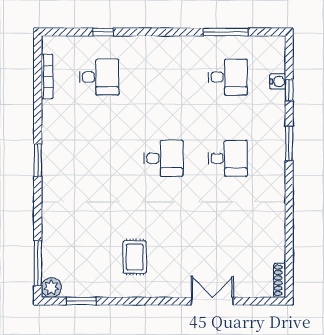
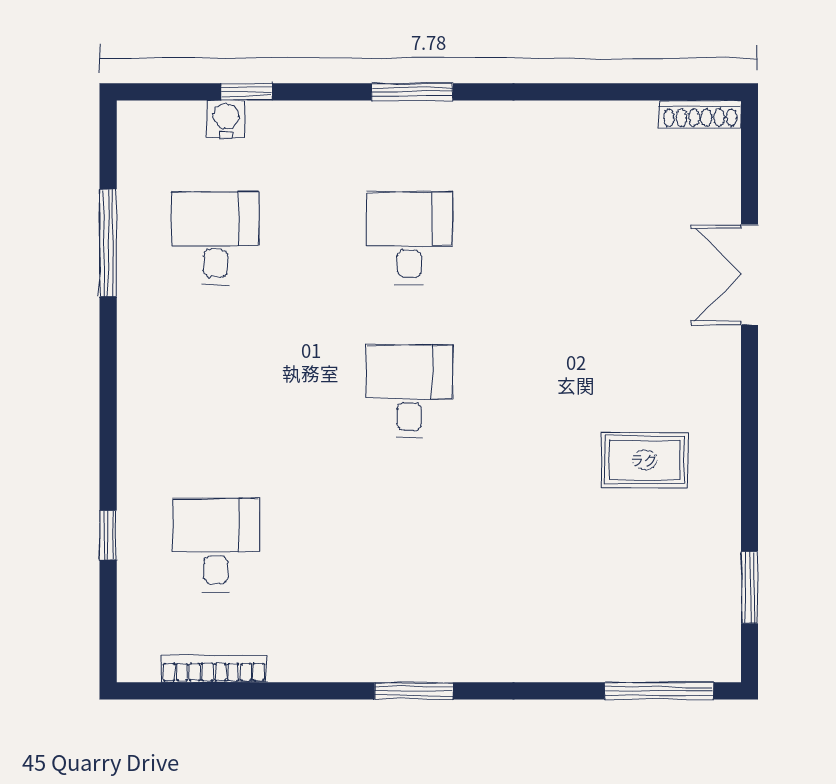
window: (289, 143) -> (412, 92), moved
plant: (51, 288) -> (717, 659), removed

